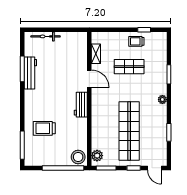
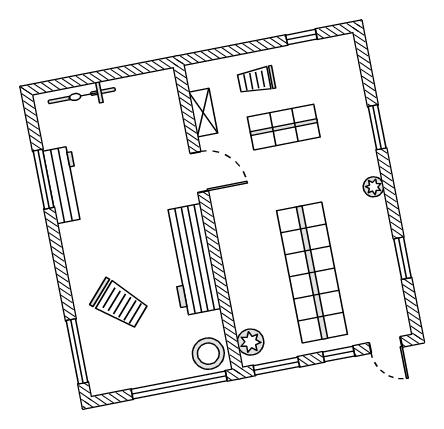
trolley: (136, 41) -> (256, 80), moved
workbench: (81, 105) -> (191, 260), width x1.88, depth x1.32
trolley: (44, 128) -> (119, 304), turned -138

